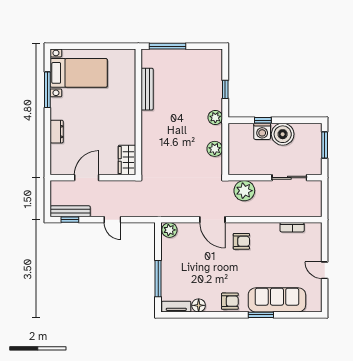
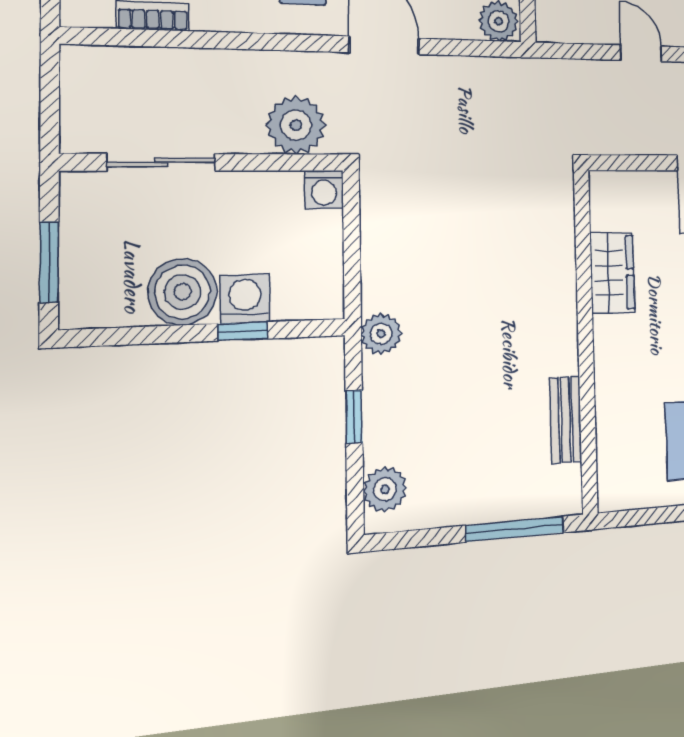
bench: (147, 89) -> (566, 420), width x0.73
plant: (215, 149) -> (385, 489), moved
wardrobe: (127, 160) -> (612, 273), moved
washing machine: (235, 168) -> (324, 190), added

